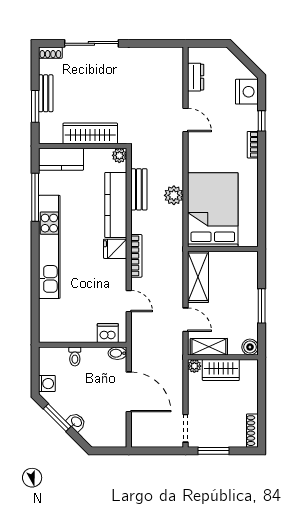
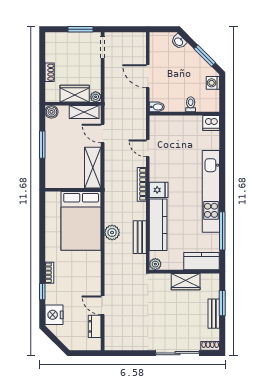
door: (186, 120) -> (103, 305), moved
wardrobe: (90, 133) -> (186, 282), width x0.67
dishwasher: (108, 333) -> (211, 123), moved
door: (129, 392) -> (148, 76), width x0.73
washbasin: (76, 422) -> (179, 41), moved
shoe rack: (252, 431) -> (50, 72), moved, width x0.70

